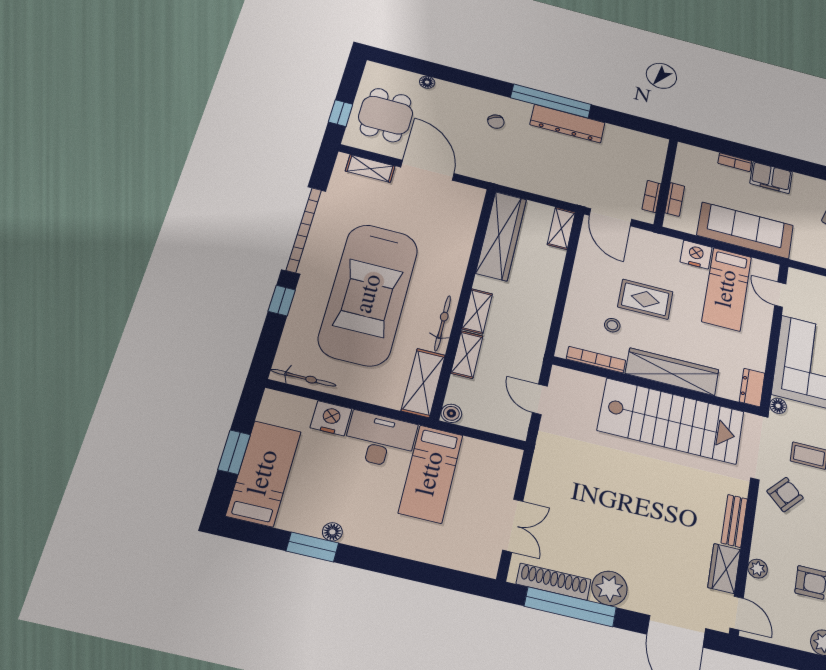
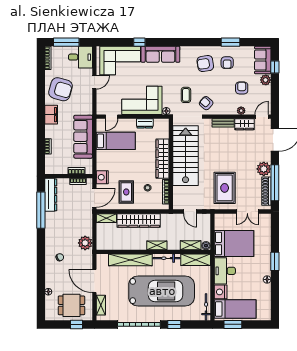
window: (551, 101) -> (41, 210), moved
dresser: (567, 124) -> (51, 195), moved
door: (428, 170) -> (94, 281), hinge flipped
plant: (516, 175) -> (85, 243), added
filing cabinet: (771, 178) -> (51, 115), moved
wardrobe: (501, 236) -> (139, 220), moved, turned 180
shelving: (457, 250) -> (130, 260), added
nightstand: (696, 255) -> (102, 177), moved
rug: (645, 299) -> (126, 192), moved
shelving: (467, 355) -> (191, 245), moved
dresser: (752, 387) -> (145, 123), moved
door: (540, 399) -> (190, 211), hinge flipped
window: (234, 452) -> (233, 324), moved
bed: (264, 473) -> (235, 309), moved, turned 180
bed: (431, 474) -> (234, 244), width x1.50
rug: (580, 487) -> (225, 188), added
double door: (513, 526) -> (247, 211), swing flipped
window: (312, 547) -> (275, 261), moved

